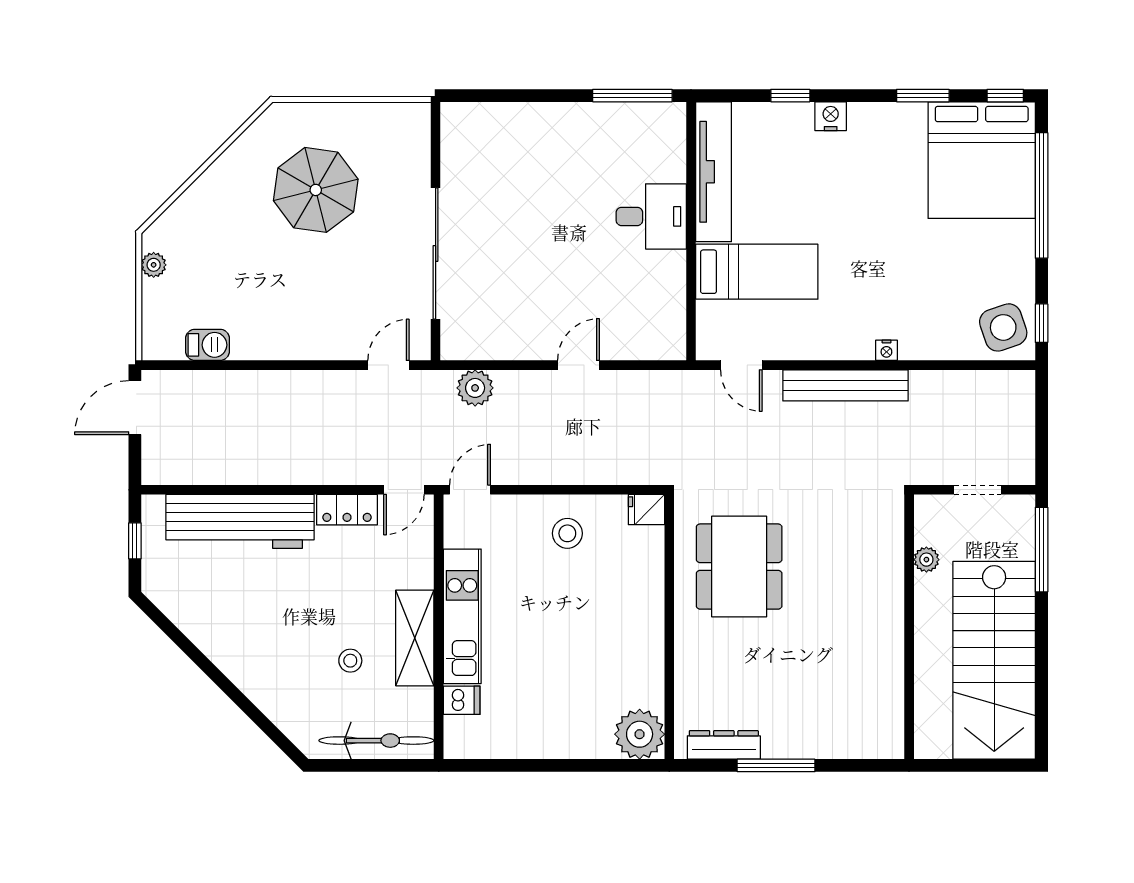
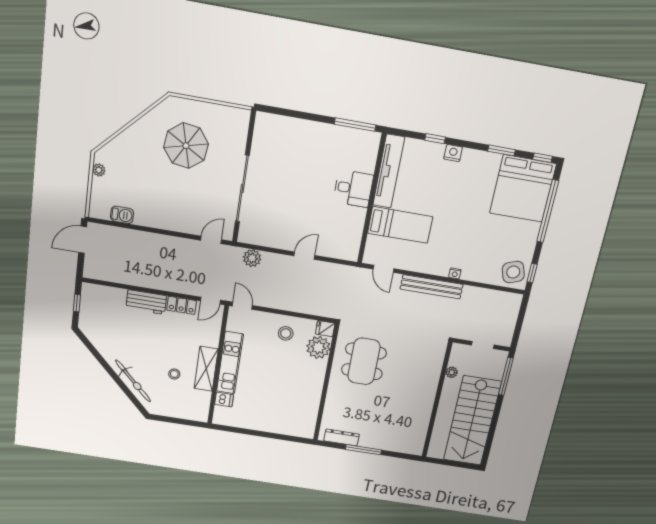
door: (470, 490) -> (242, 306), hinge flipped
workbench: (240, 521) -> (146, 302), width x0.53, depth x0.76
plant: (640, 734) -> (318, 347), moved
bicycle: (376, 741) -> (133, 381), moved, turned 45

